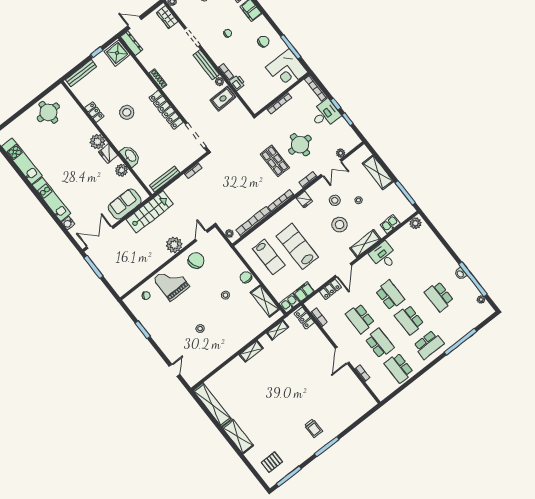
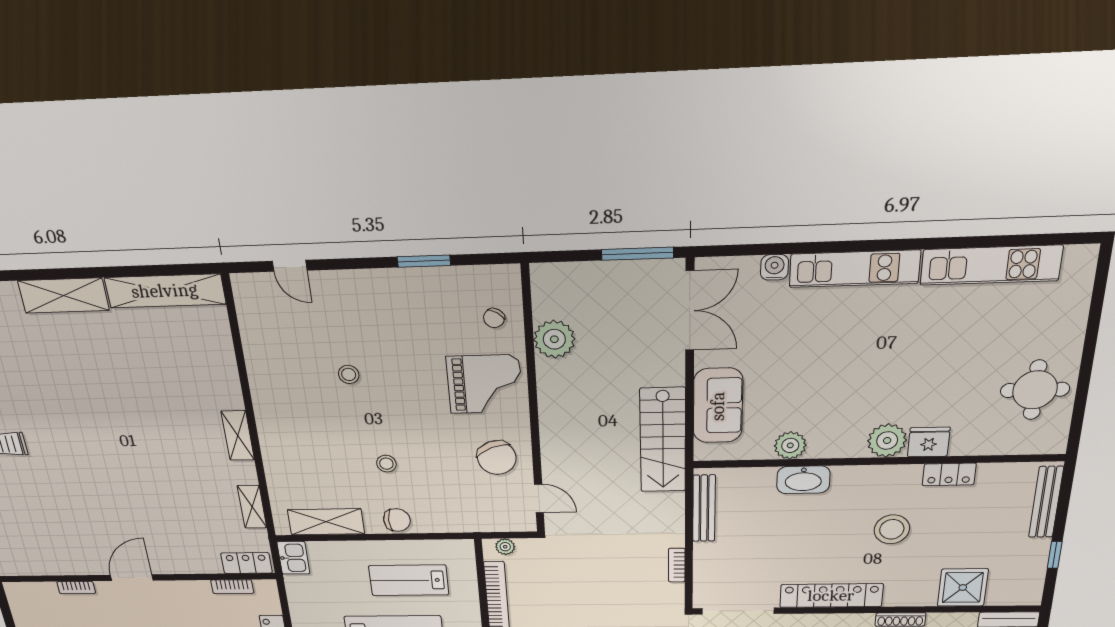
shower: (117, 53) -> (963, 588), moved
fridge: (108, 154) -> (929, 442), moved
plant: (174, 245) -> (554, 339), moved
filing cabinet: (304, 292) -> (299, 593), removed
door: (342, 355) -> (132, 578), hinge flipped

